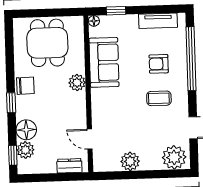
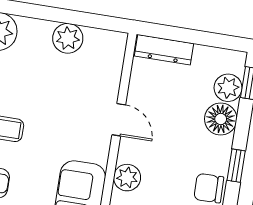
door: (90, 139) -> (119, 120), moved
dresser: (69, 166) -> (164, 50), width x1.44

